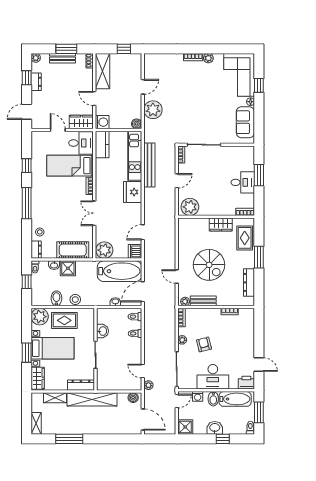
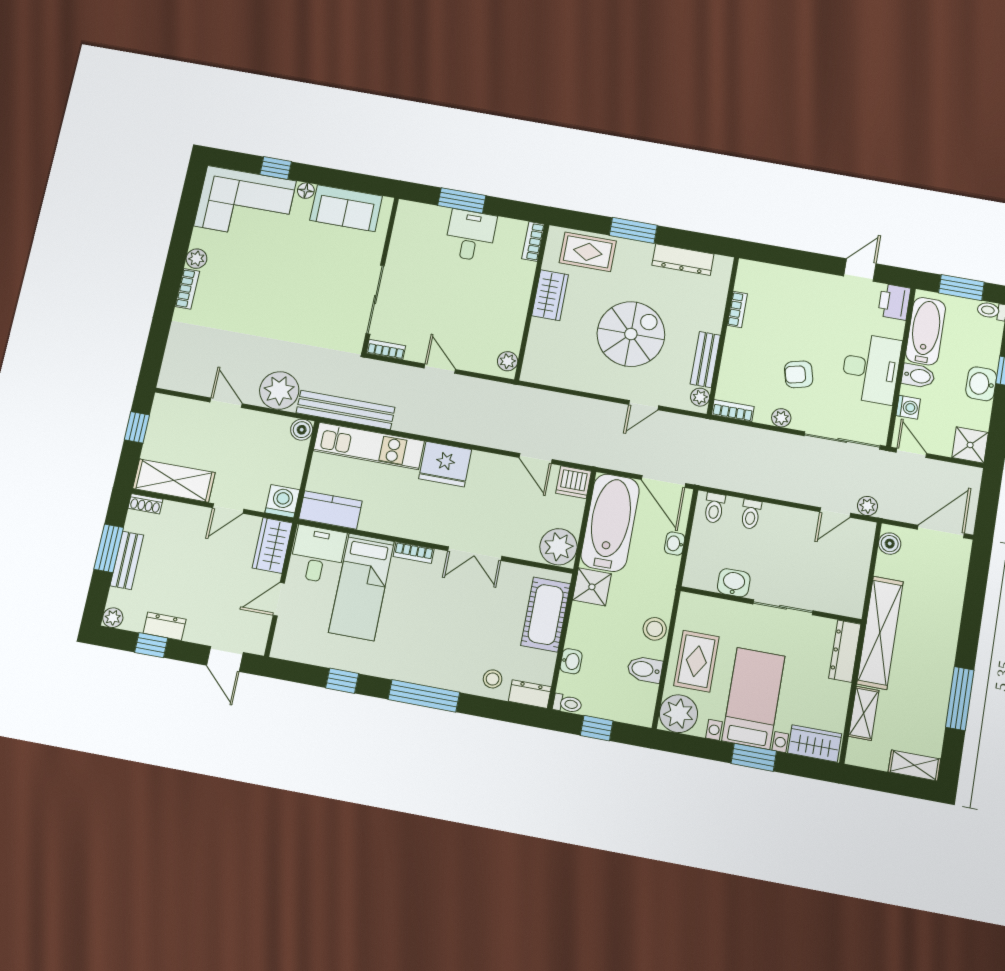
bench: (149, 165) -> (346, 410), moved
plant: (190, 207) -> (508, 361), width x0.53, depth x0.53
shower: (68, 268) -> (592, 587), moved

